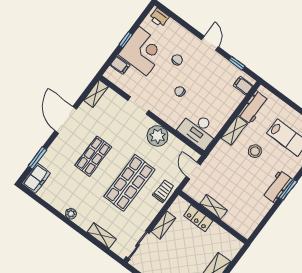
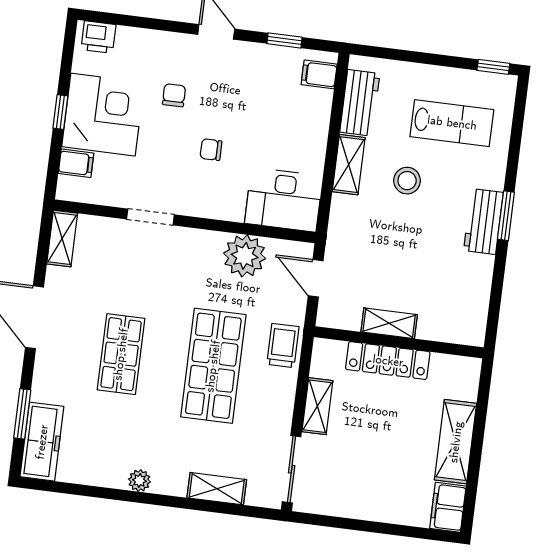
plant: (158, 136) -> (245, 256), moved
freezer: (36, 178) -> (42, 442), width x1.40
locker: (198, 218) -> (388, 361), width x1.53

